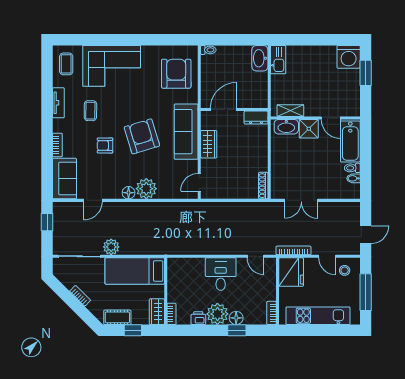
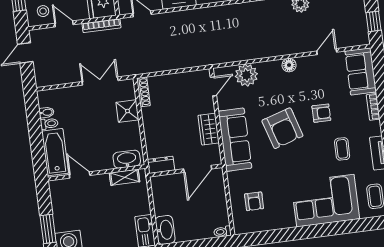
armchair: (176, 74) -> (254, 201), width x0.53, depth x0.53
shower: (309, 129) -> (127, 111), moved
plant: (146, 189) -> (246, 75), moved

